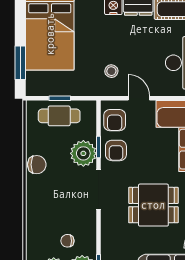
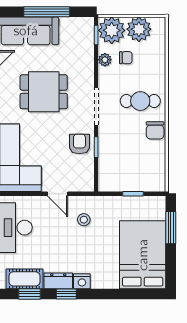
cafe table: (59, 116) -> (140, 101), moved
armchair: (115, 120) -> (81, 173), removed
plant: (83, 153) -> (105, 60), moved, width x0.53, depth x0.53
chair: (37, 165) -> (155, 130), turned -90

